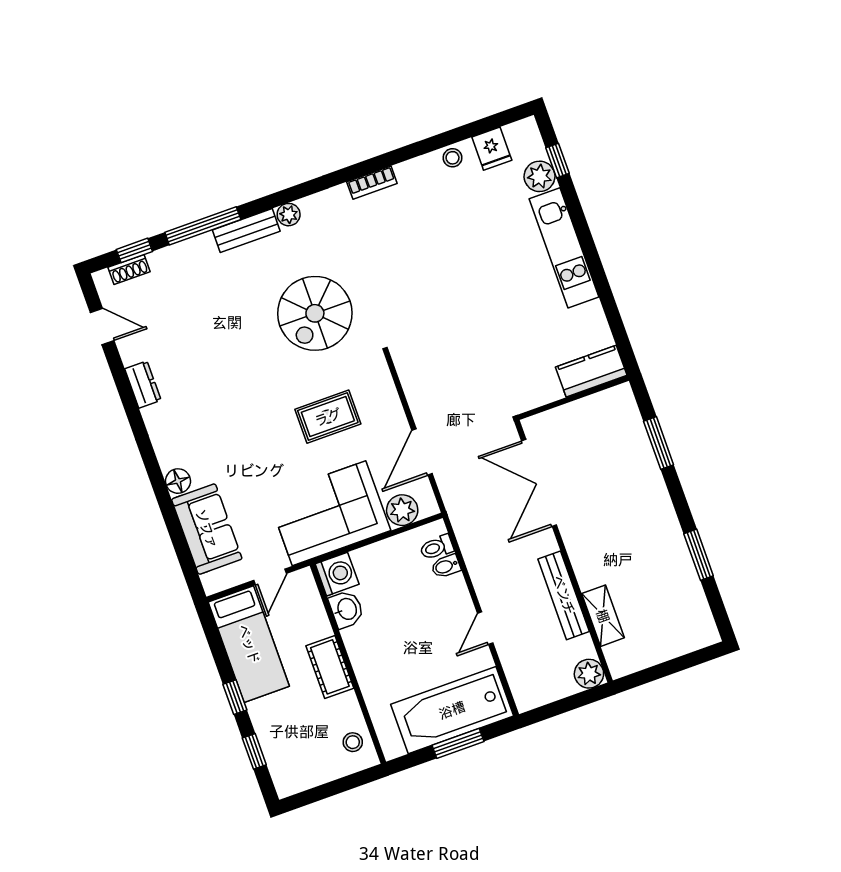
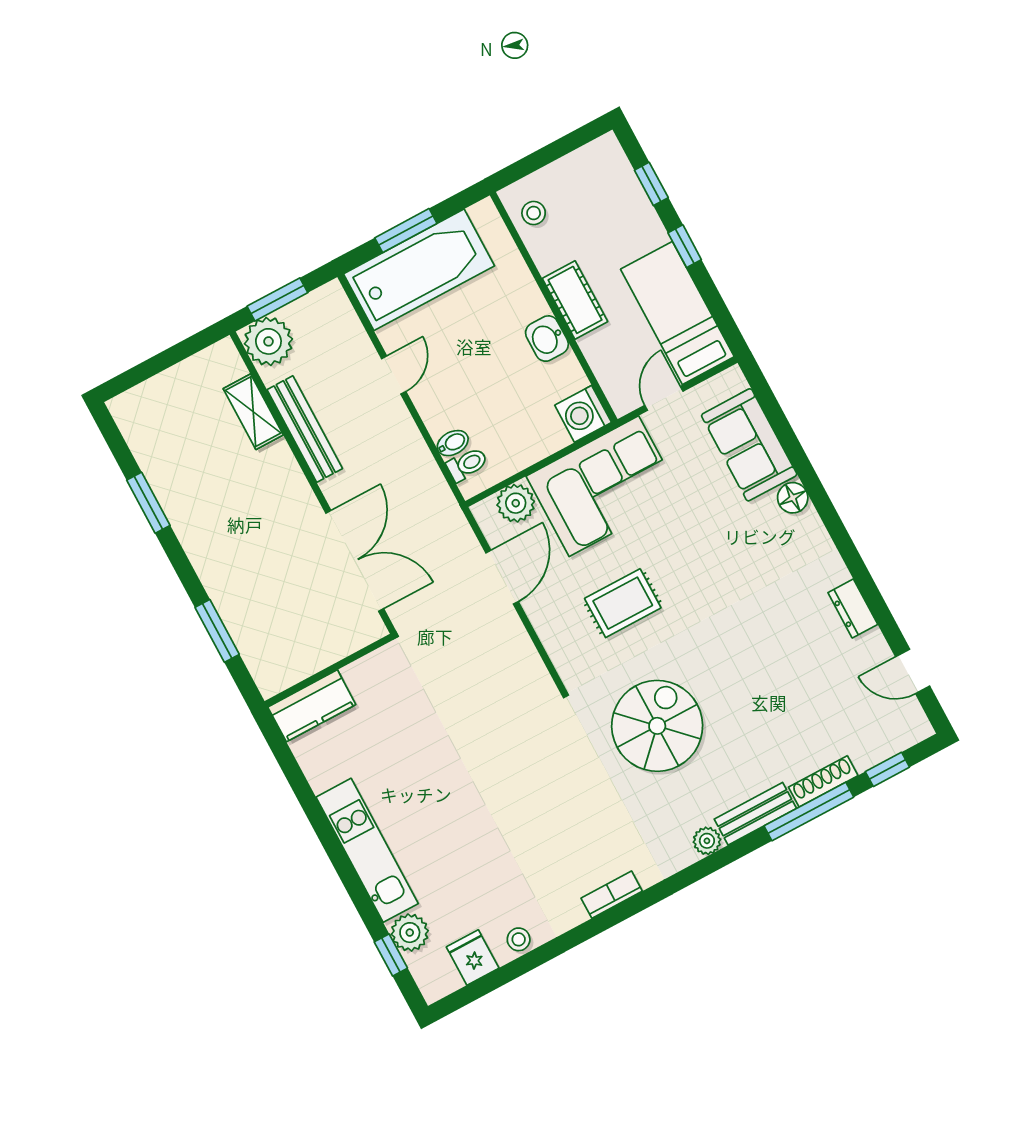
shoe rack: (129, 270) -> (823, 781), moved, width x1.43
washbasin: (346, 609) -> (547, 339), moved
plant: (589, 674) -> (268, 341), width x1.36, depth x1.36
window: (570, 703) -> (277, 299), added

